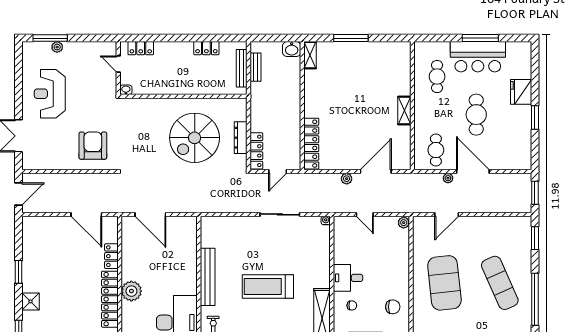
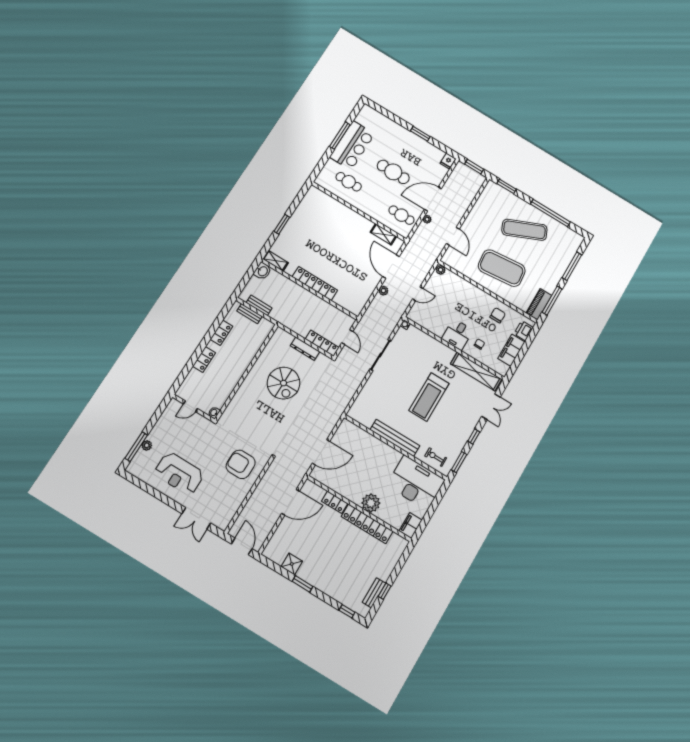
window: (351, 38) -> (282, 224), width x0.69
locker: (141, 48) -> (204, 359), moved
bench: (242, 68) -> (250, 314), width x0.73
fridge: (521, 92) -> (448, 161), moved, width x0.53, depth x0.75
shelving: (404, 111) -> (383, 234), moved
spiral stairs: (195, 138) -> (284, 383), width x0.73, depth x0.73
locker: (311, 144) -> (315, 284), moved
shower: (30, 301) -> (292, 564), moved

